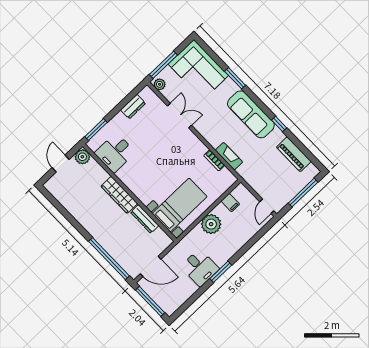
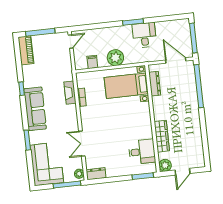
dresser: (133, 107) -> (96, 174), moved
piano: (294, 154) -> (26, 50), moved
wardrobe: (119, 195) -> (162, 136), moved
dresser: (145, 219) -> (155, 84), moved

